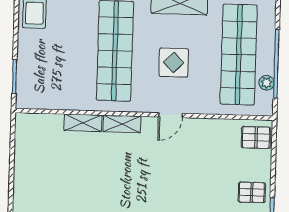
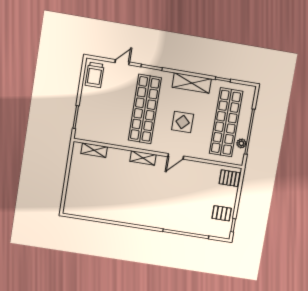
shelving: (83, 123) -> (94, 150), moved

